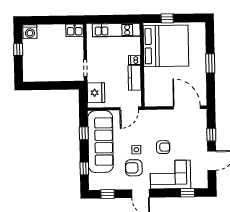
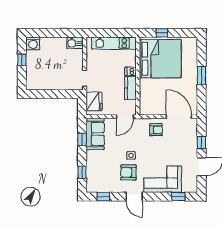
sofa: (101, 142) -> (95, 134), width x0.54, depth x0.79
armchair: (163, 147) -> (156, 130), moved

